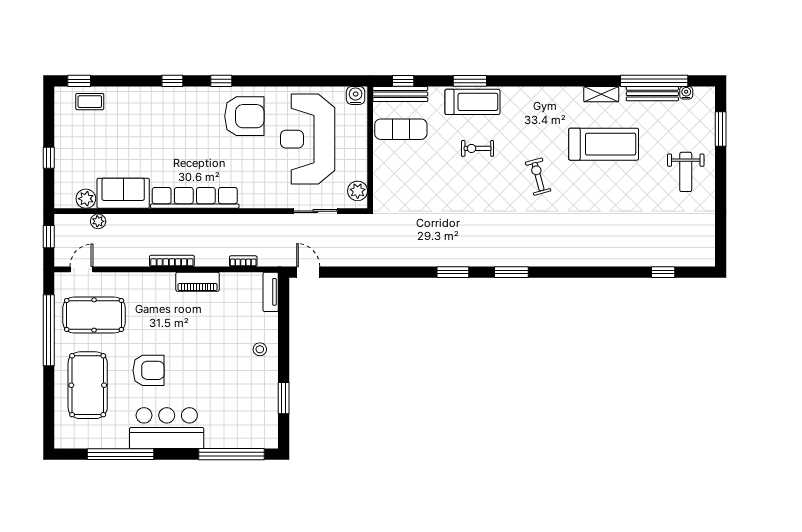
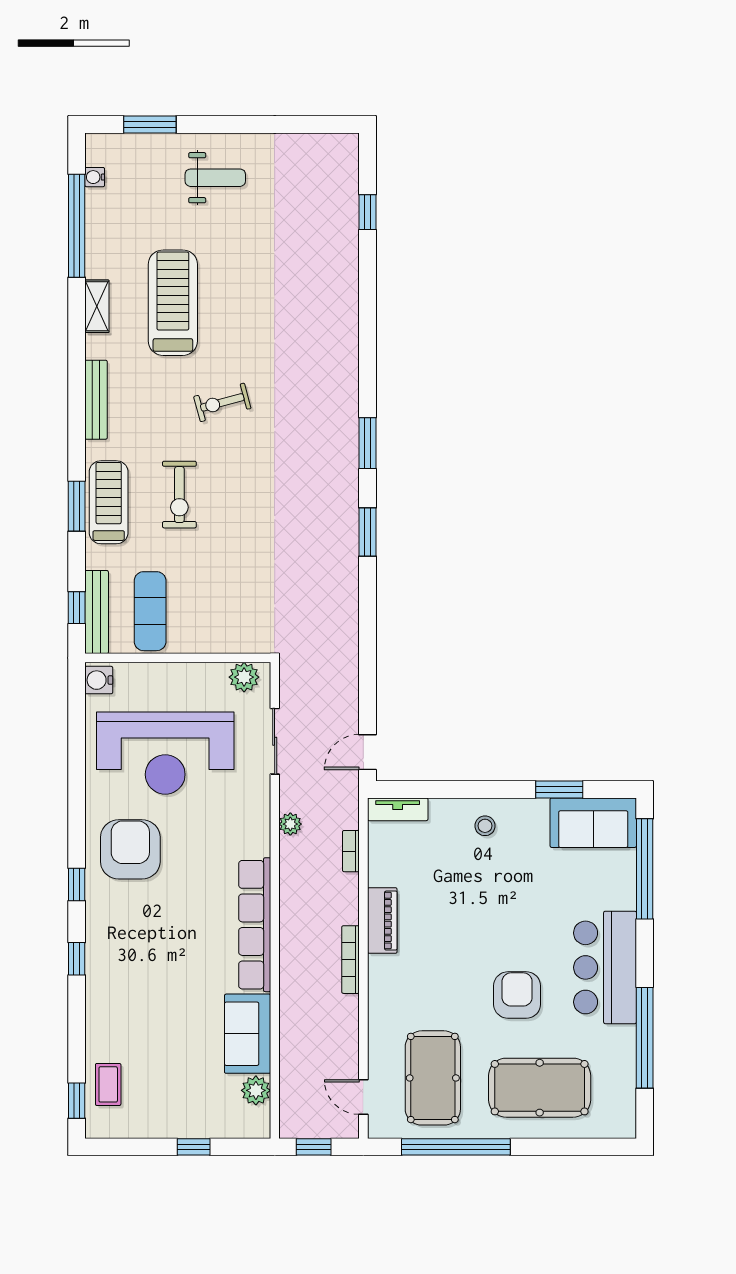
bench: (652, 94) -> (96, 400), moved
exercise bike: (478, 148) -> (179, 495), width x1.38, depth x1.39
plant: (98, 221) -> (290, 824), moved
sofa: (262, 420) -> (593, 823), added

